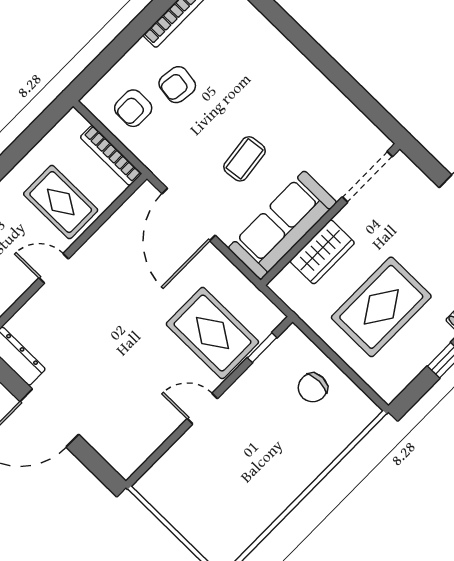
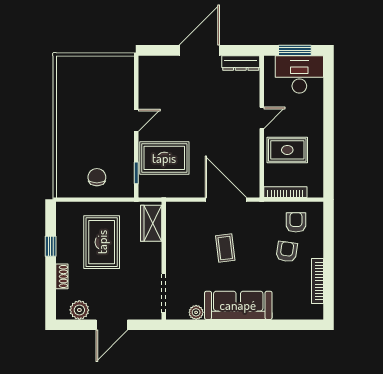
plant: (352, 118) -> (196, 312), added
sofa: (282, 225) -> (238, 305), moved, turned -90
wardrobe: (322, 252) -> (151, 223), moved

